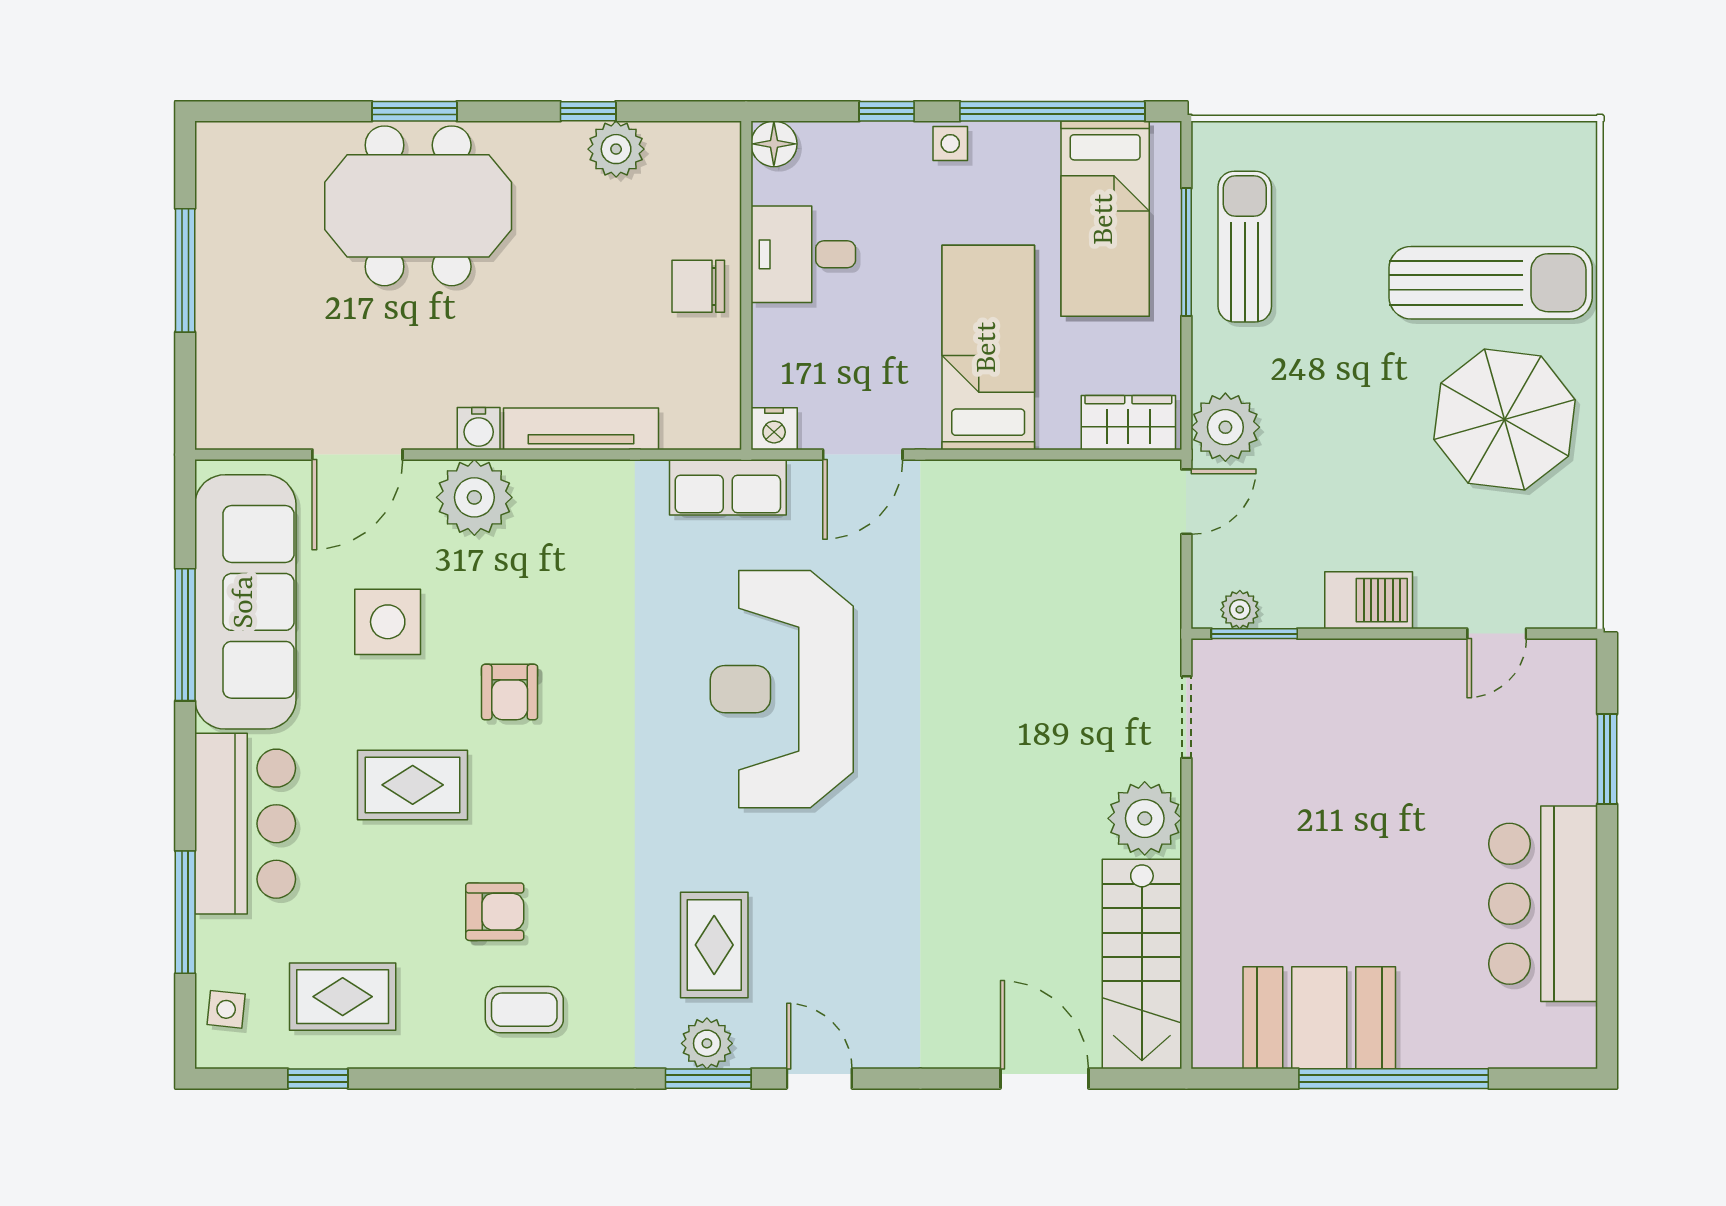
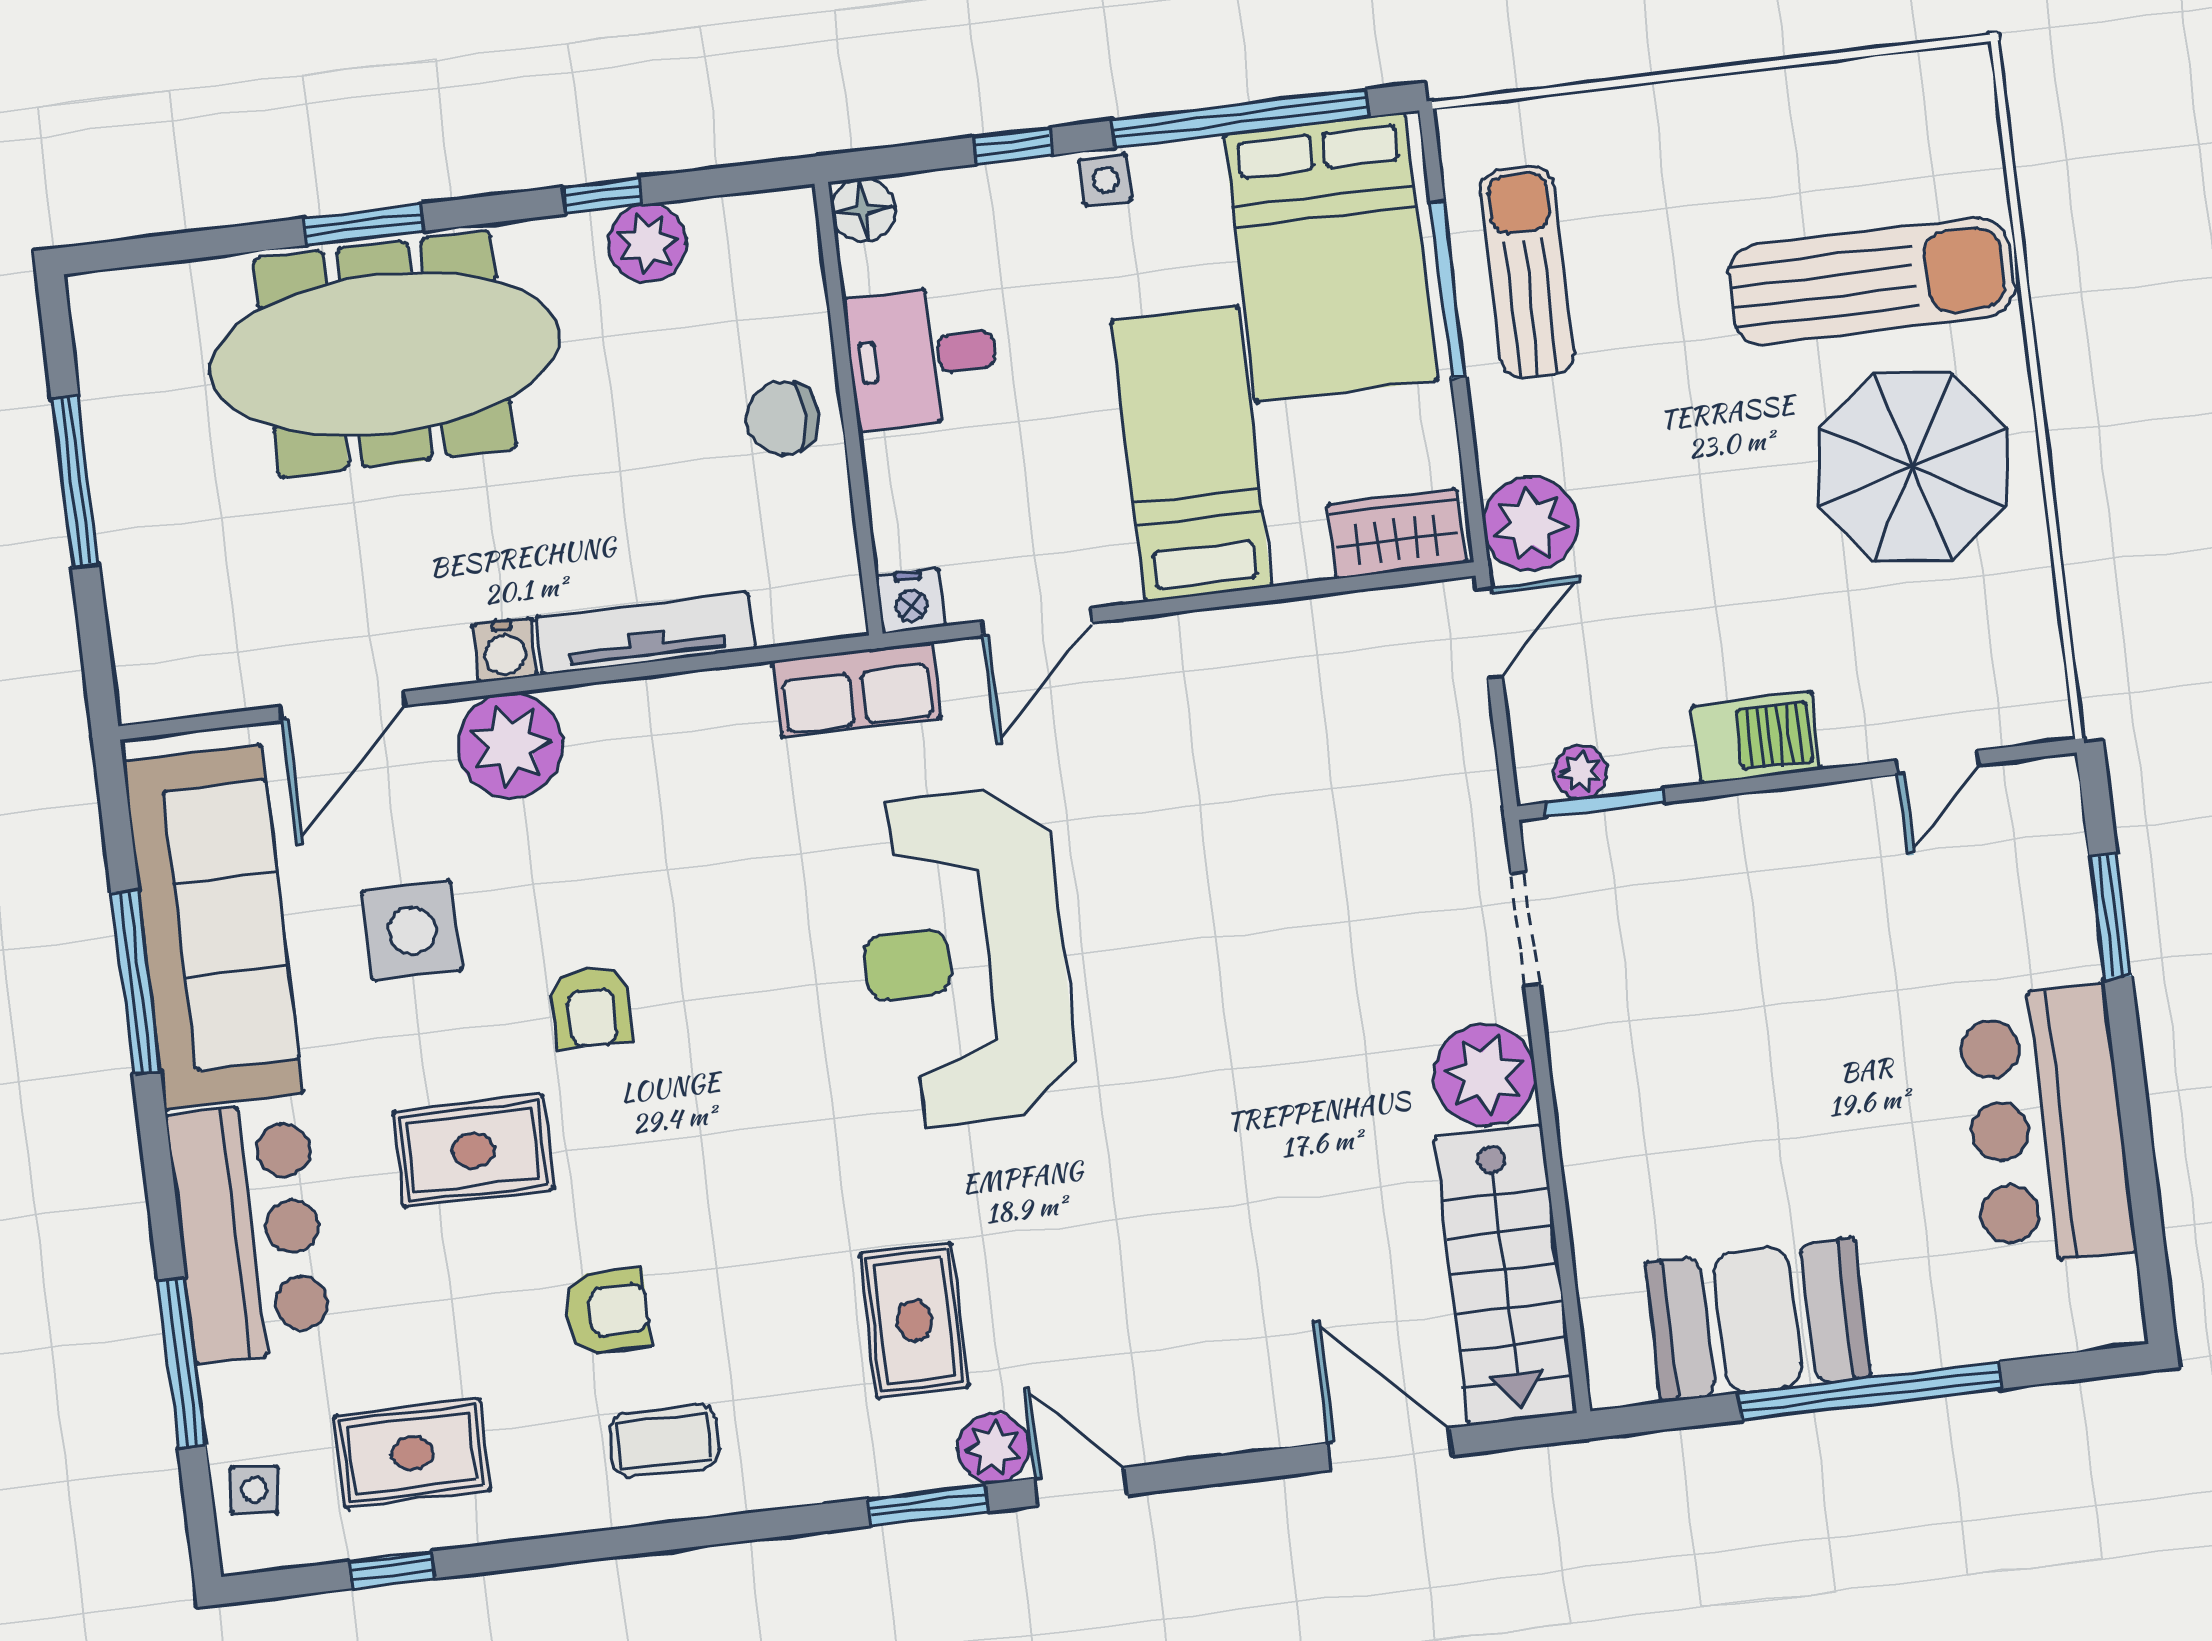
meeting table: (418, 206) -> (384, 354), width x1.36
bed: (1105, 219) -> (1331, 257), width x1.50
plant: (707, 1043) -> (993, 1448), moved

